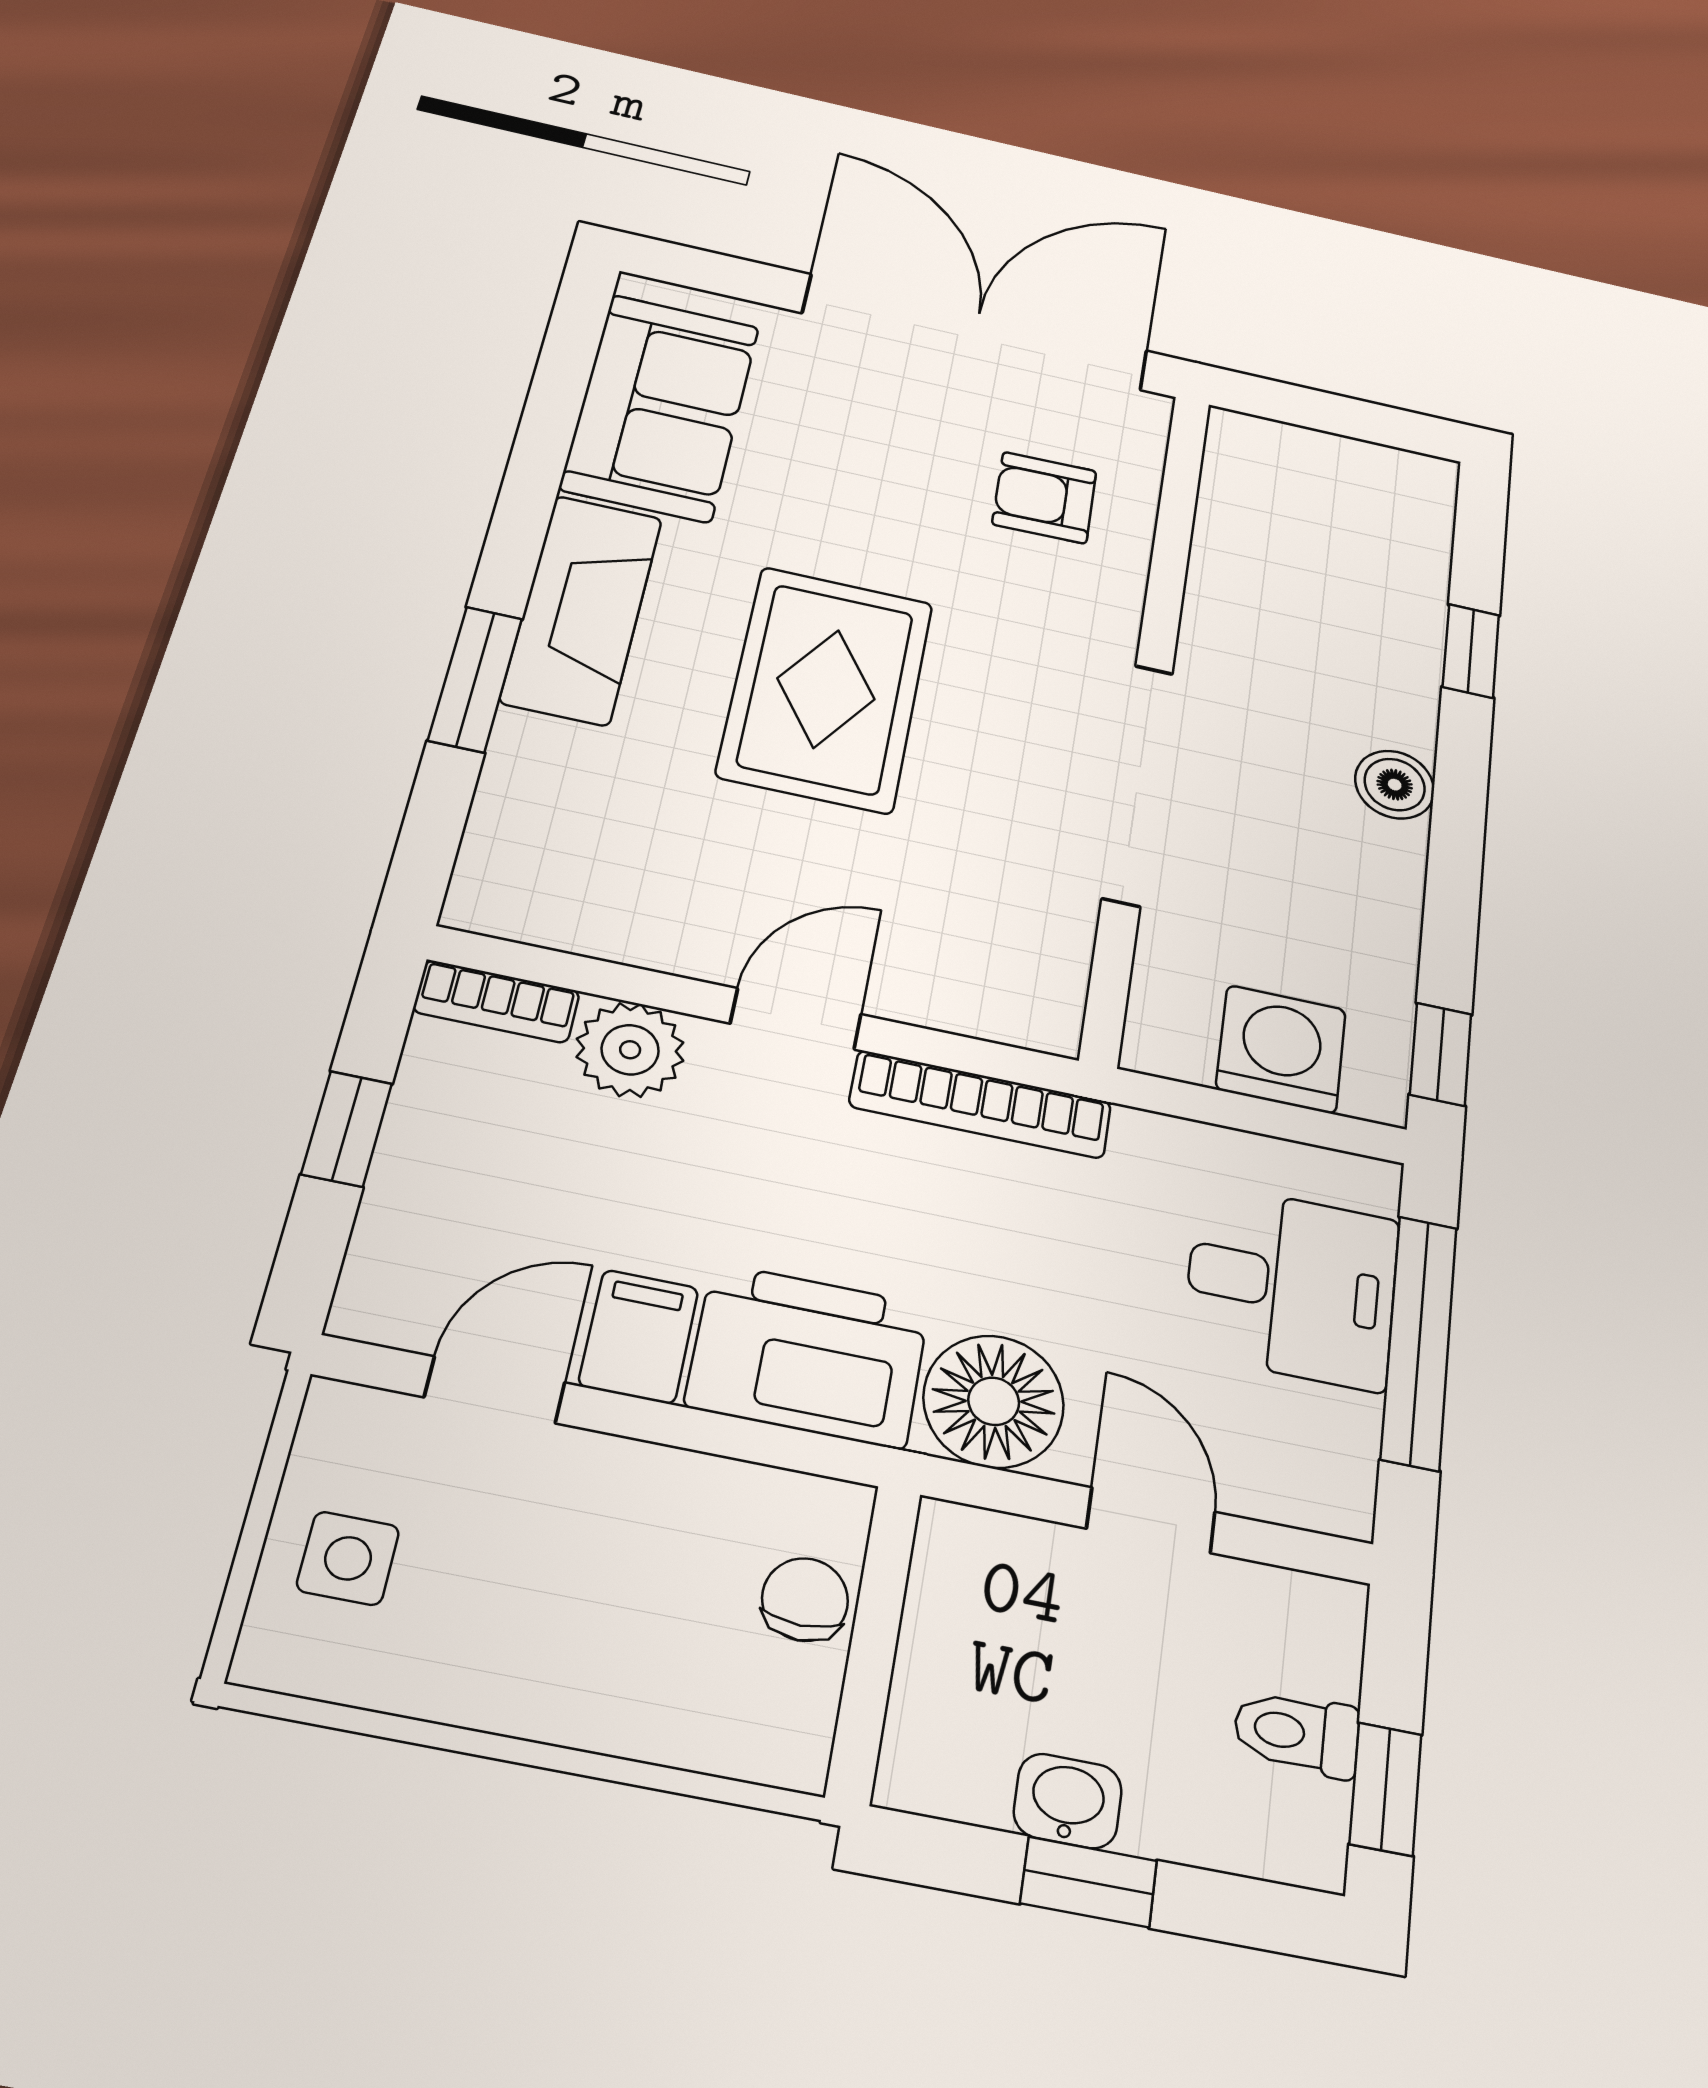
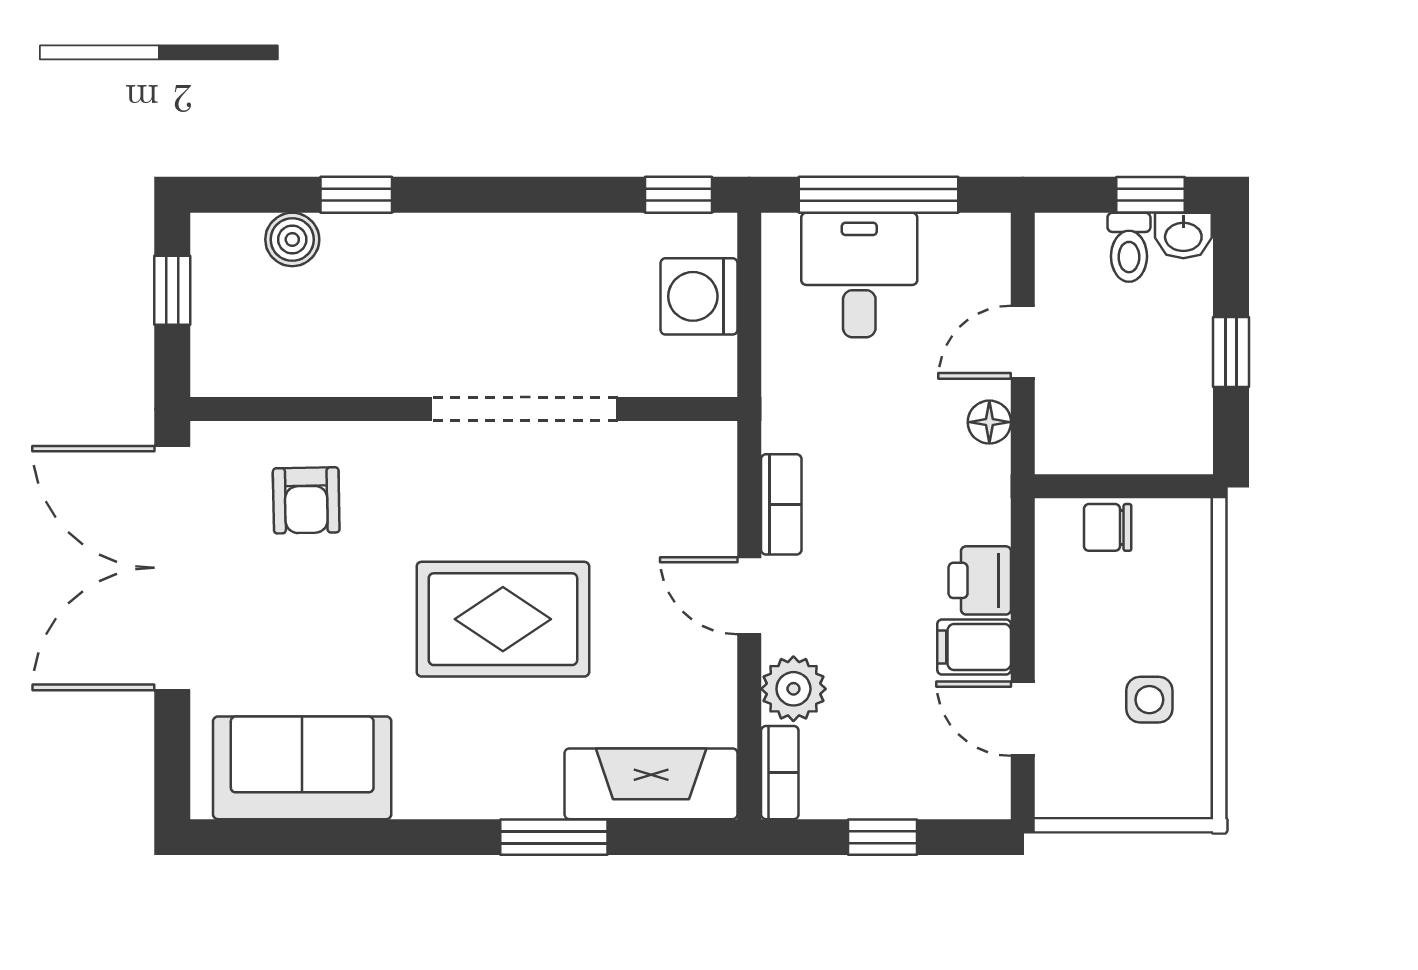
window: (1357, 419) -> (172, 290), added
fireplace: (582, 609) -> (651, 784), moved
boiler: (1395, 785) -> (292, 239), moved
bookcase: (981, 1104) -> (781, 504), width x0.64
printer: (808, 1355) -> (980, 580), width x0.53, depth x0.68
floor lamp: (994, 1401) -> (989, 422), width x0.53, depth x0.53
side table: (348, 1558) -> (1149, 700), moved
washbasin: (1068, 1801) -> (1183, 236), moved, turned -90

